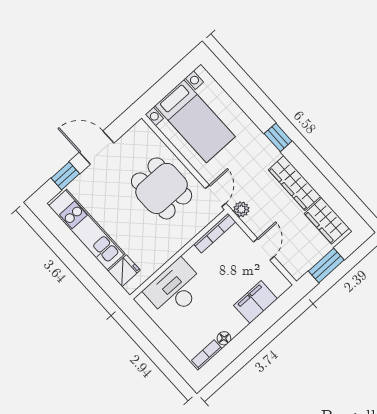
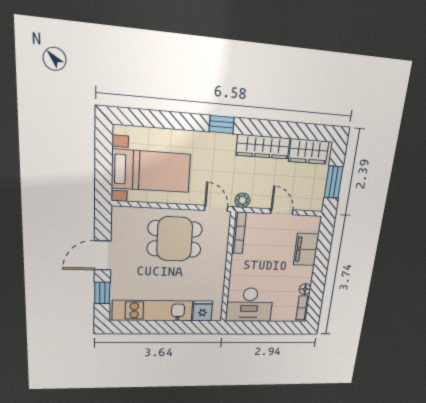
desk: (175, 289) -> (249, 305), moved, turned -90

